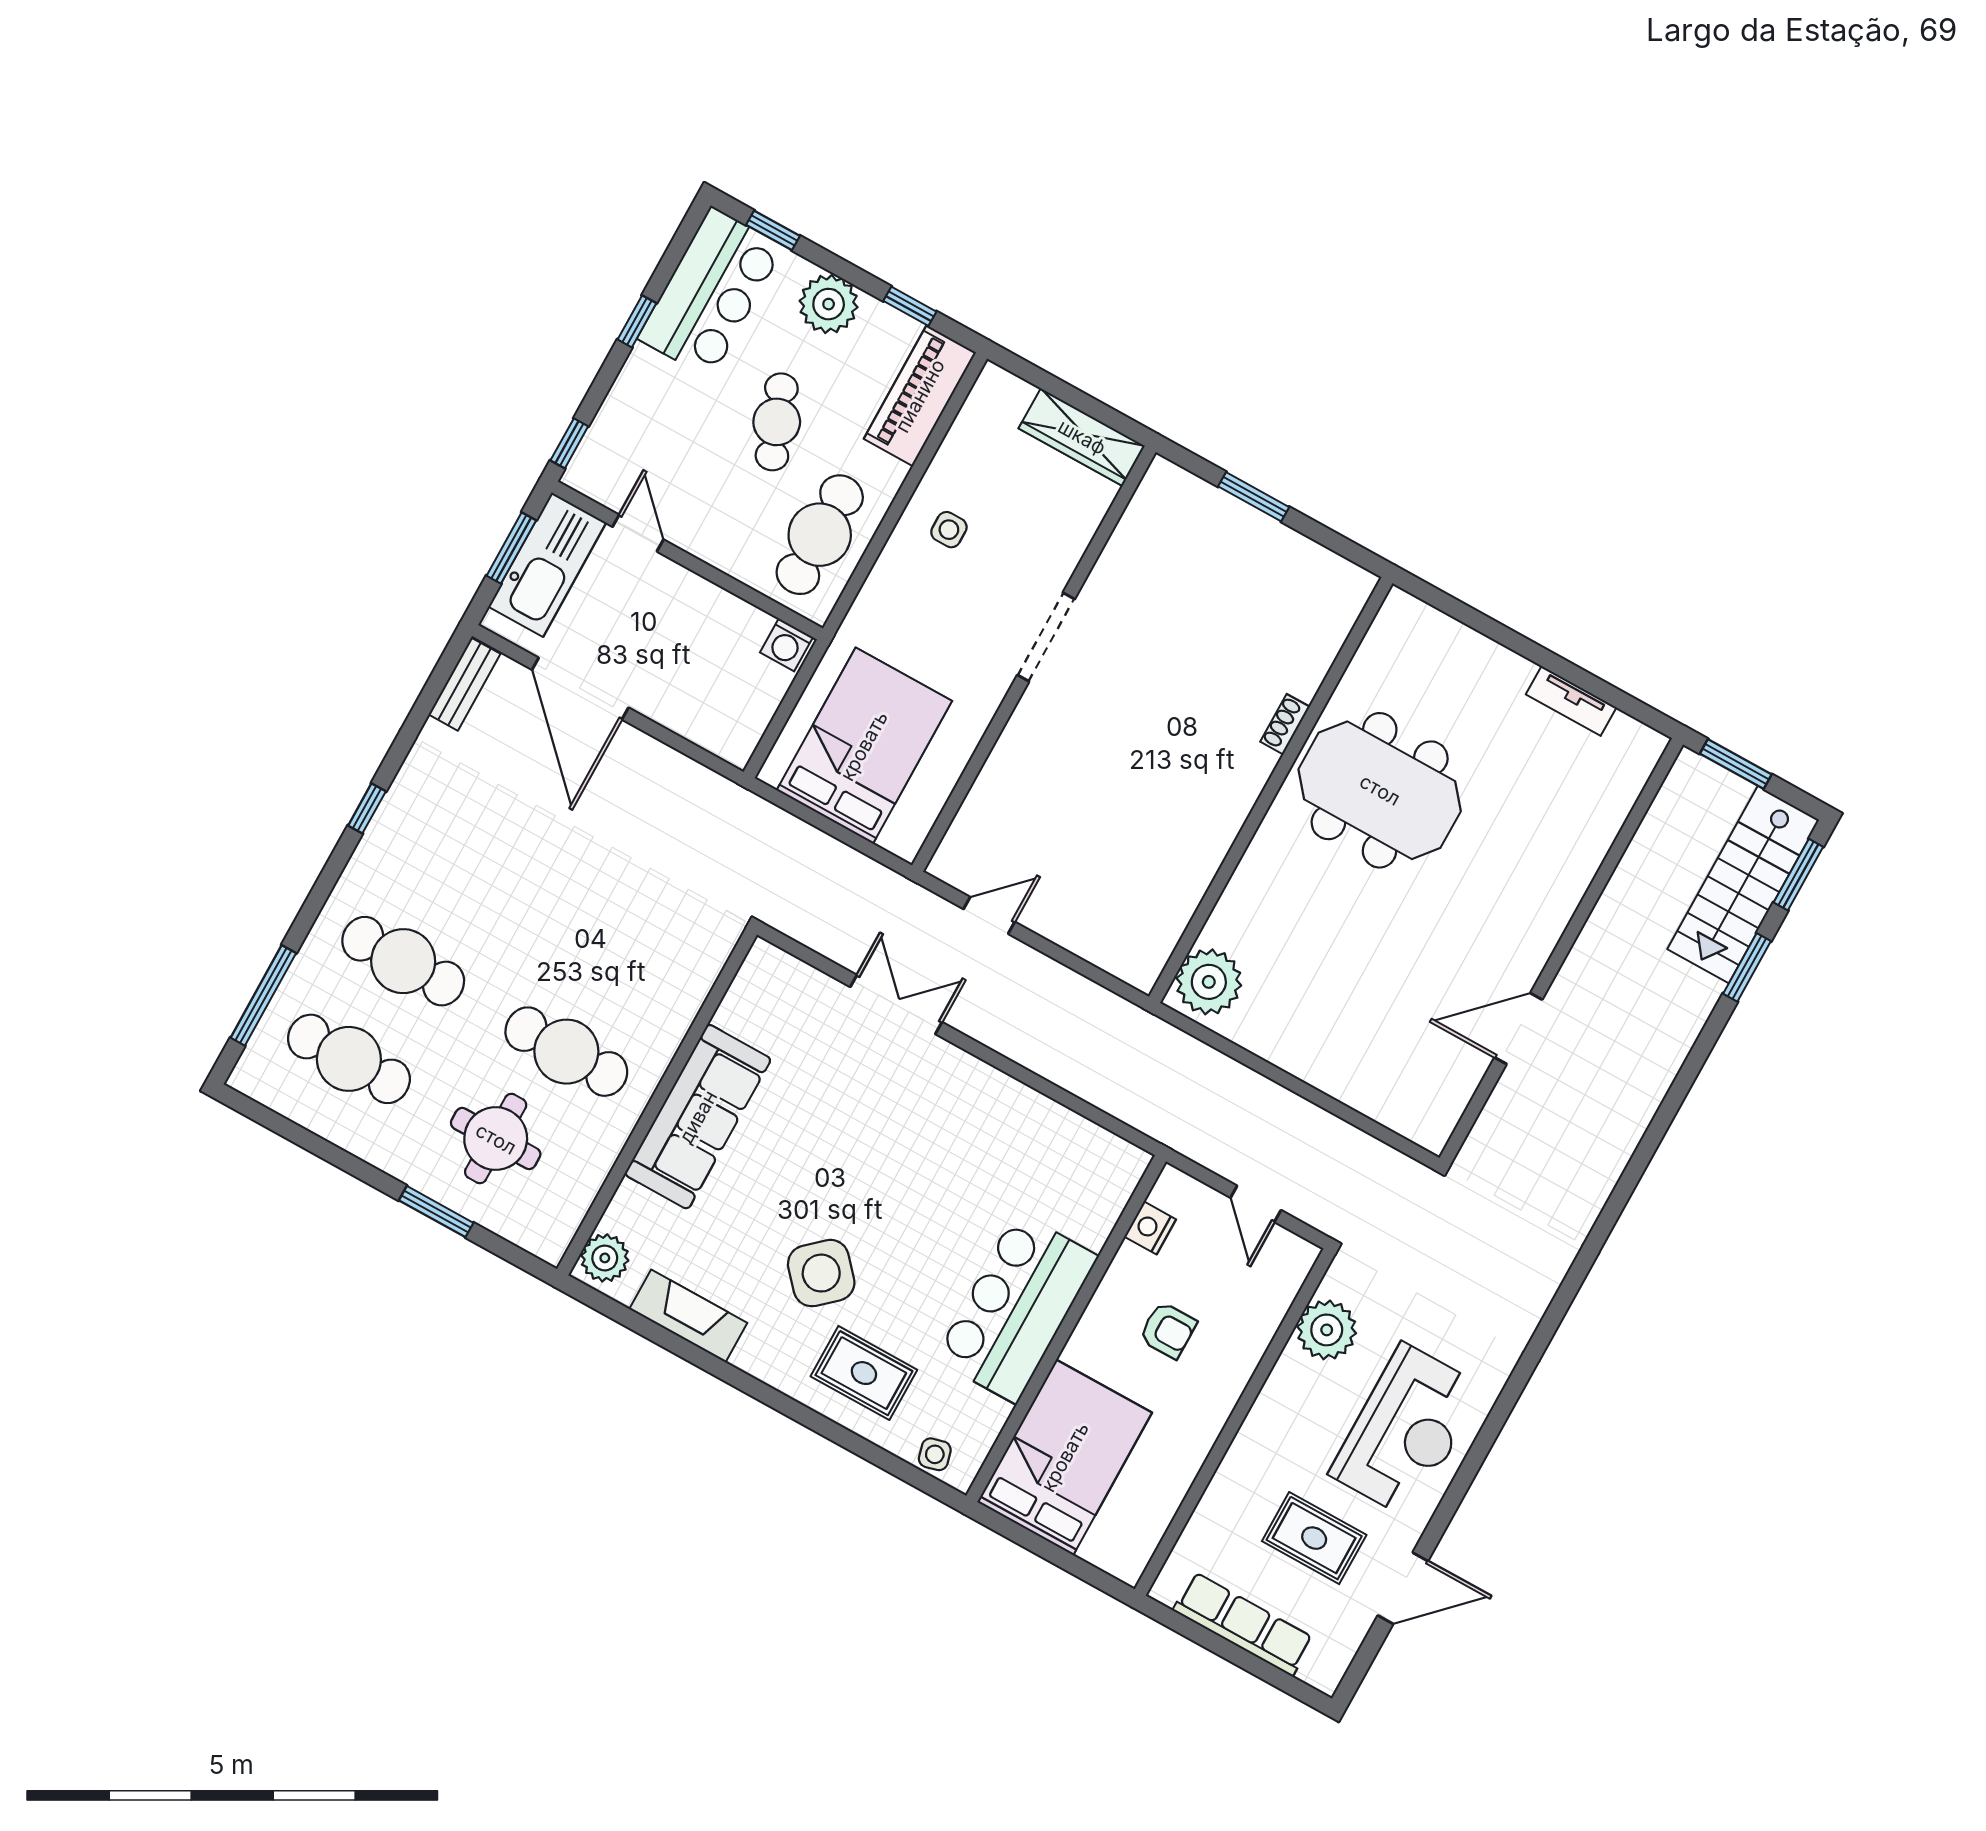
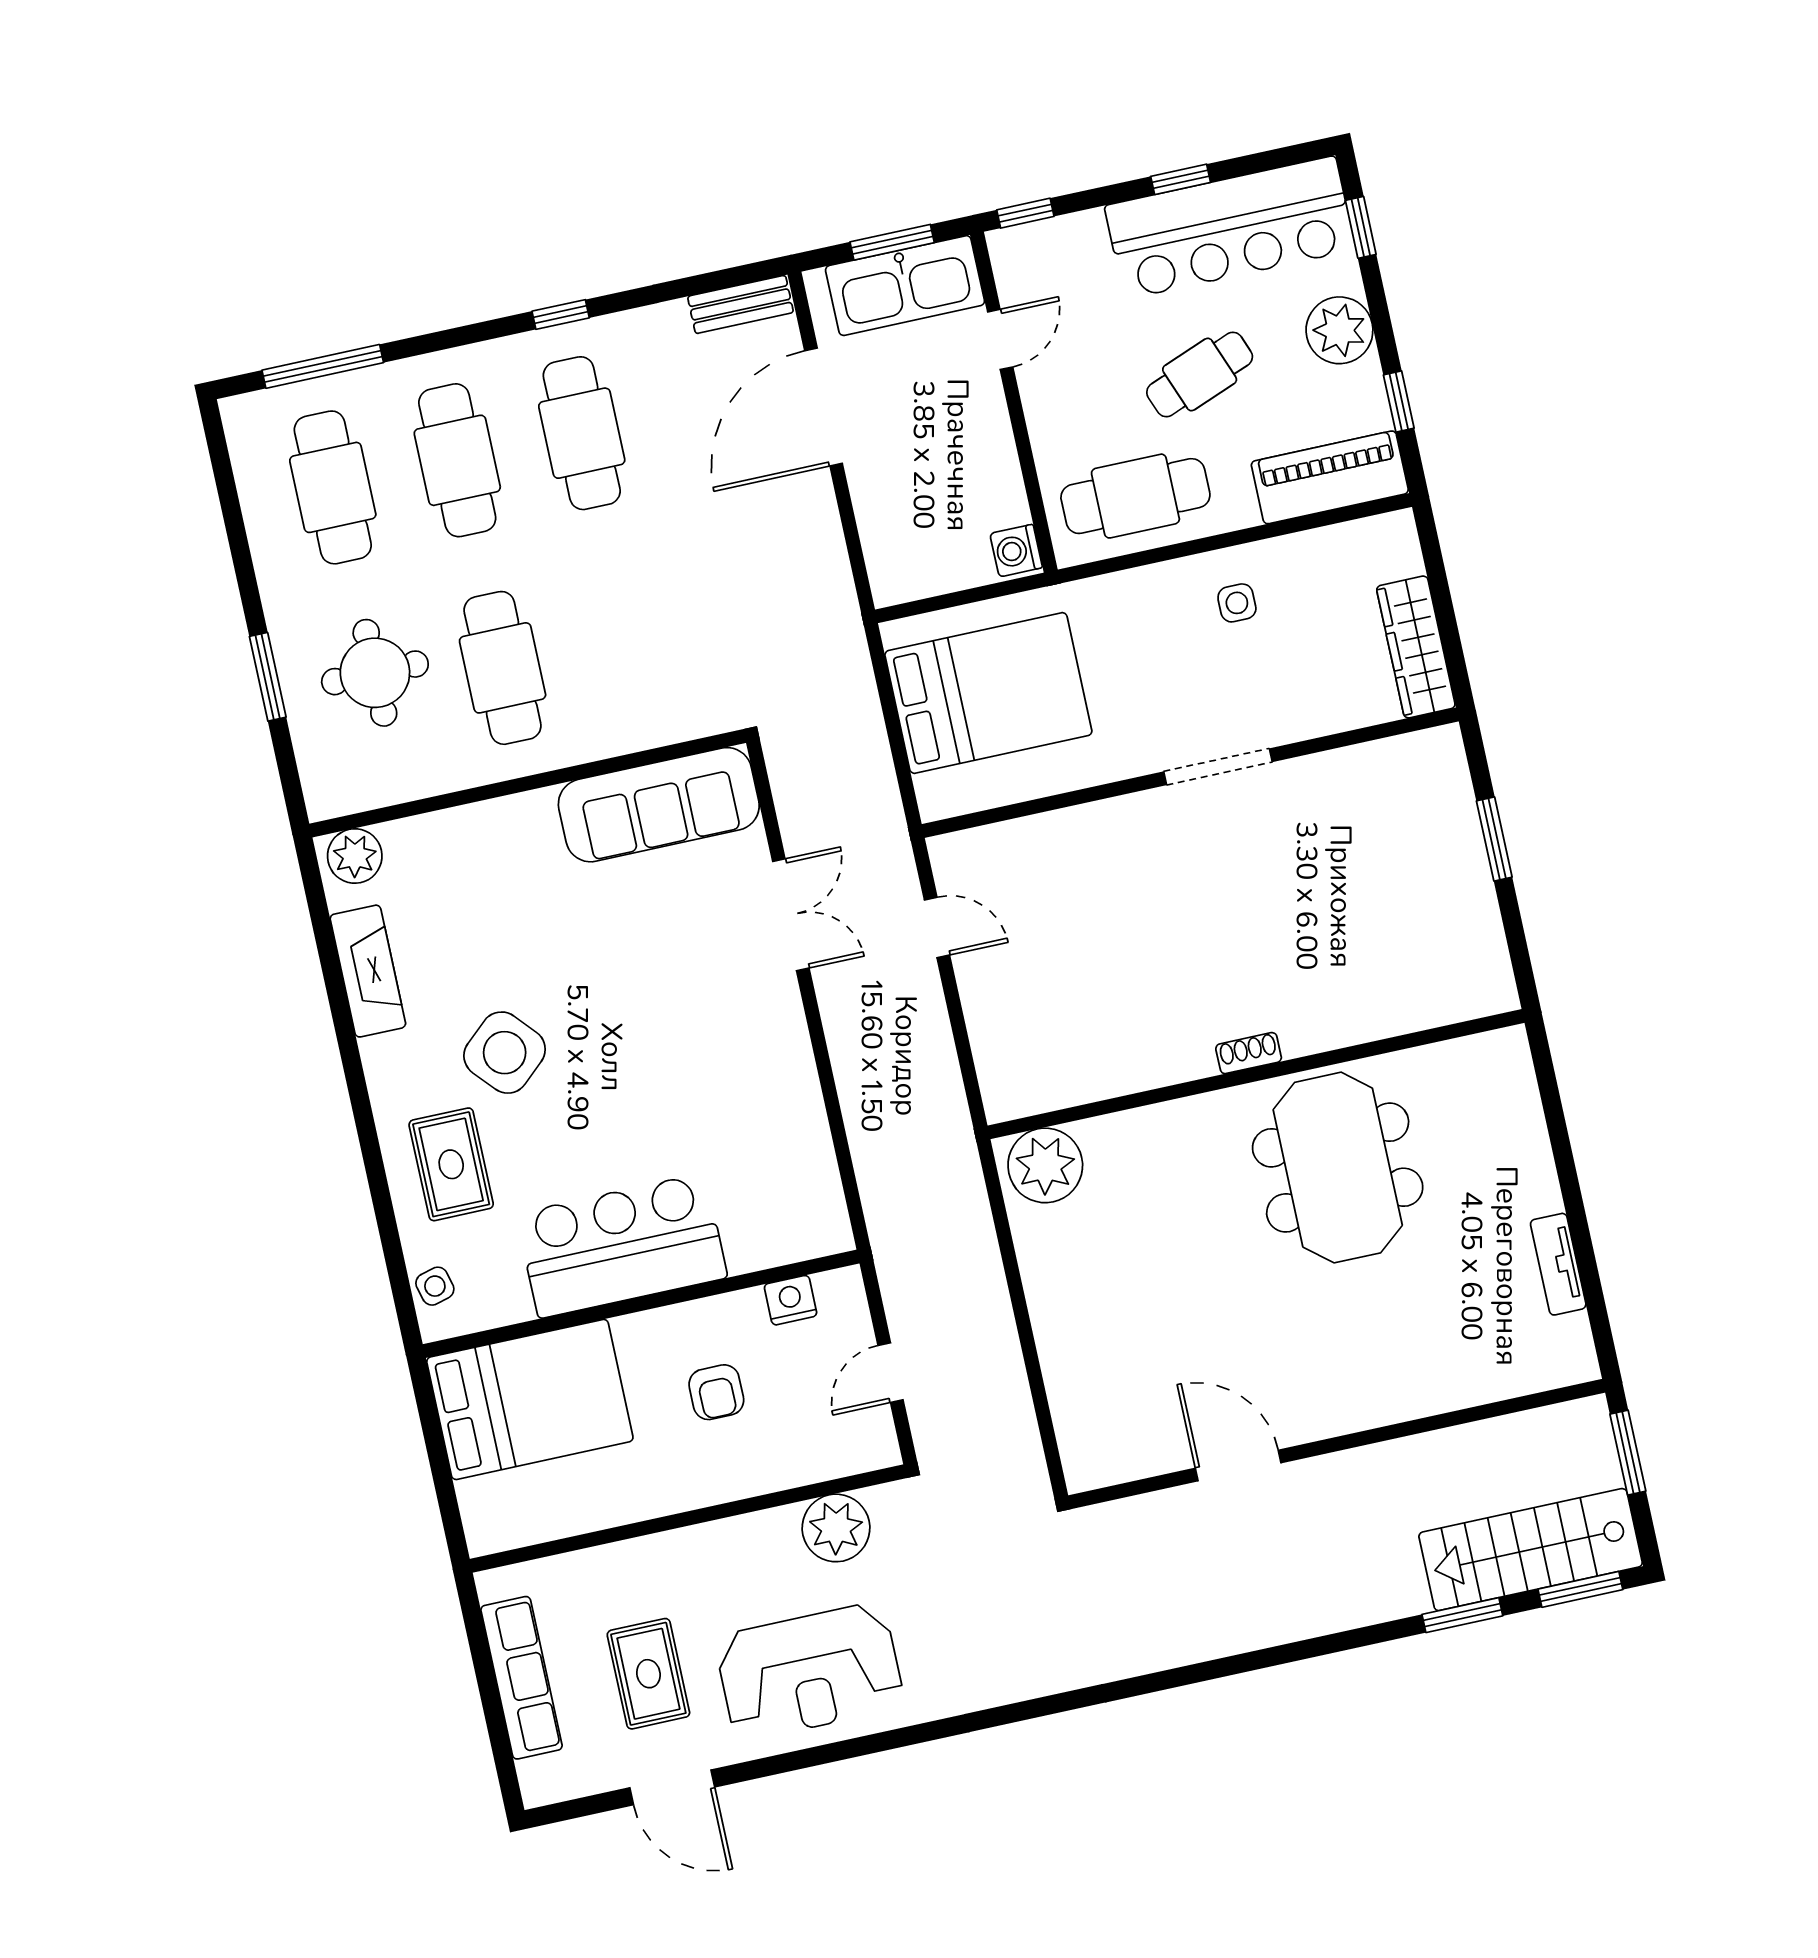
bar counter: (711, 293) -> (1230, 228), width x1.36
shoe rack: (1285, 724) -> (1249, 1053), moved
cafe table: (457, 863) -> (582, 433), added
sofa: (698, 1117) -> (659, 805), moved

